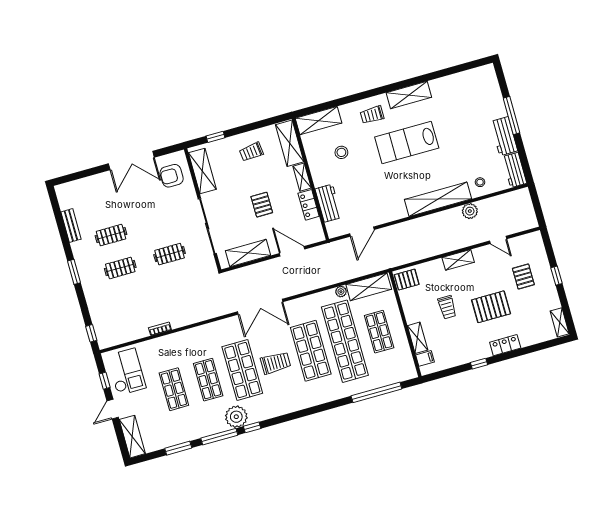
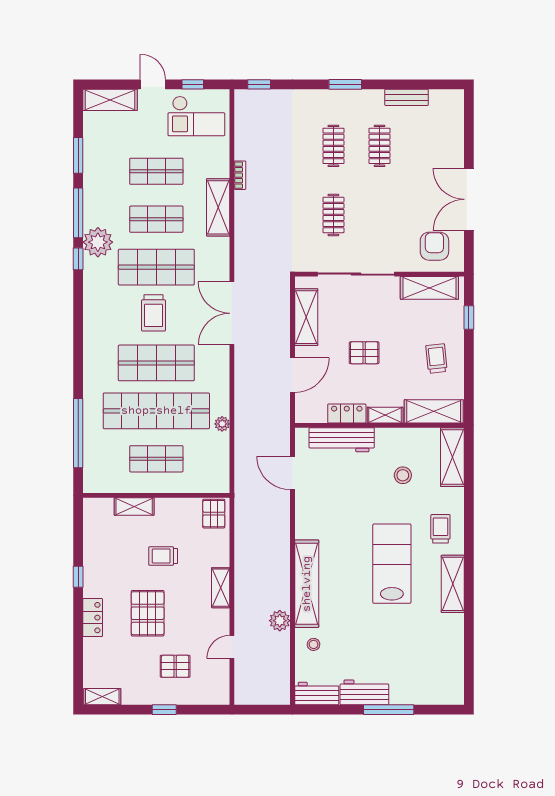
workbench: (328, 203) -> (342, 440), width x1.38
shelving: (369, 287) -> (218, 207), moved
filing cabinet: (425, 358) -> (105, 508), removed

